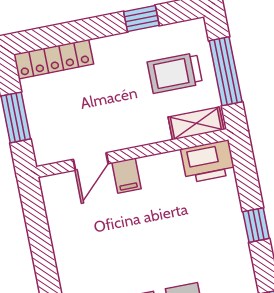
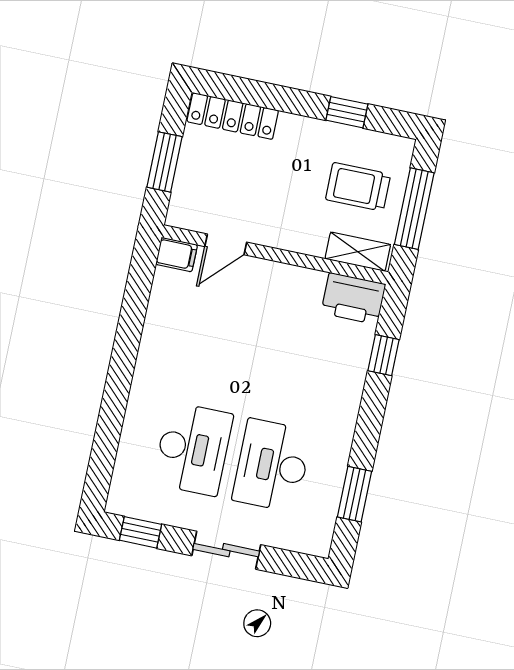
filing cabinet: (126, 176) -> (177, 255), moved, turned -90
window: (256, 225) -> (384, 355), moved

